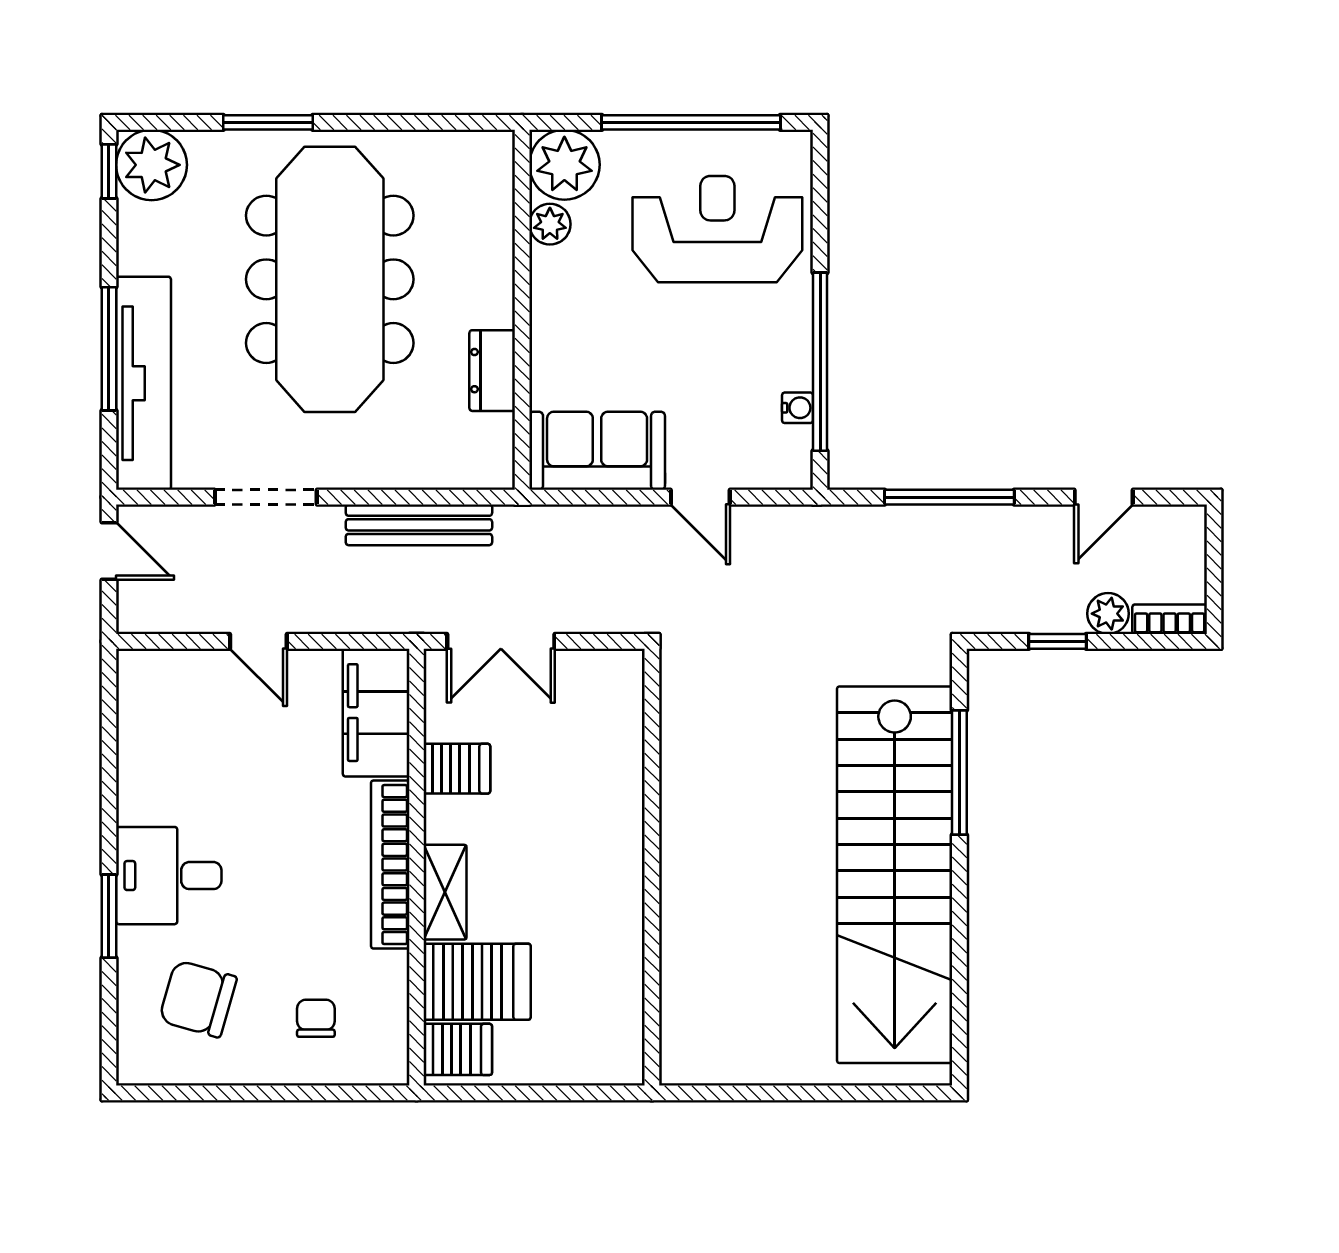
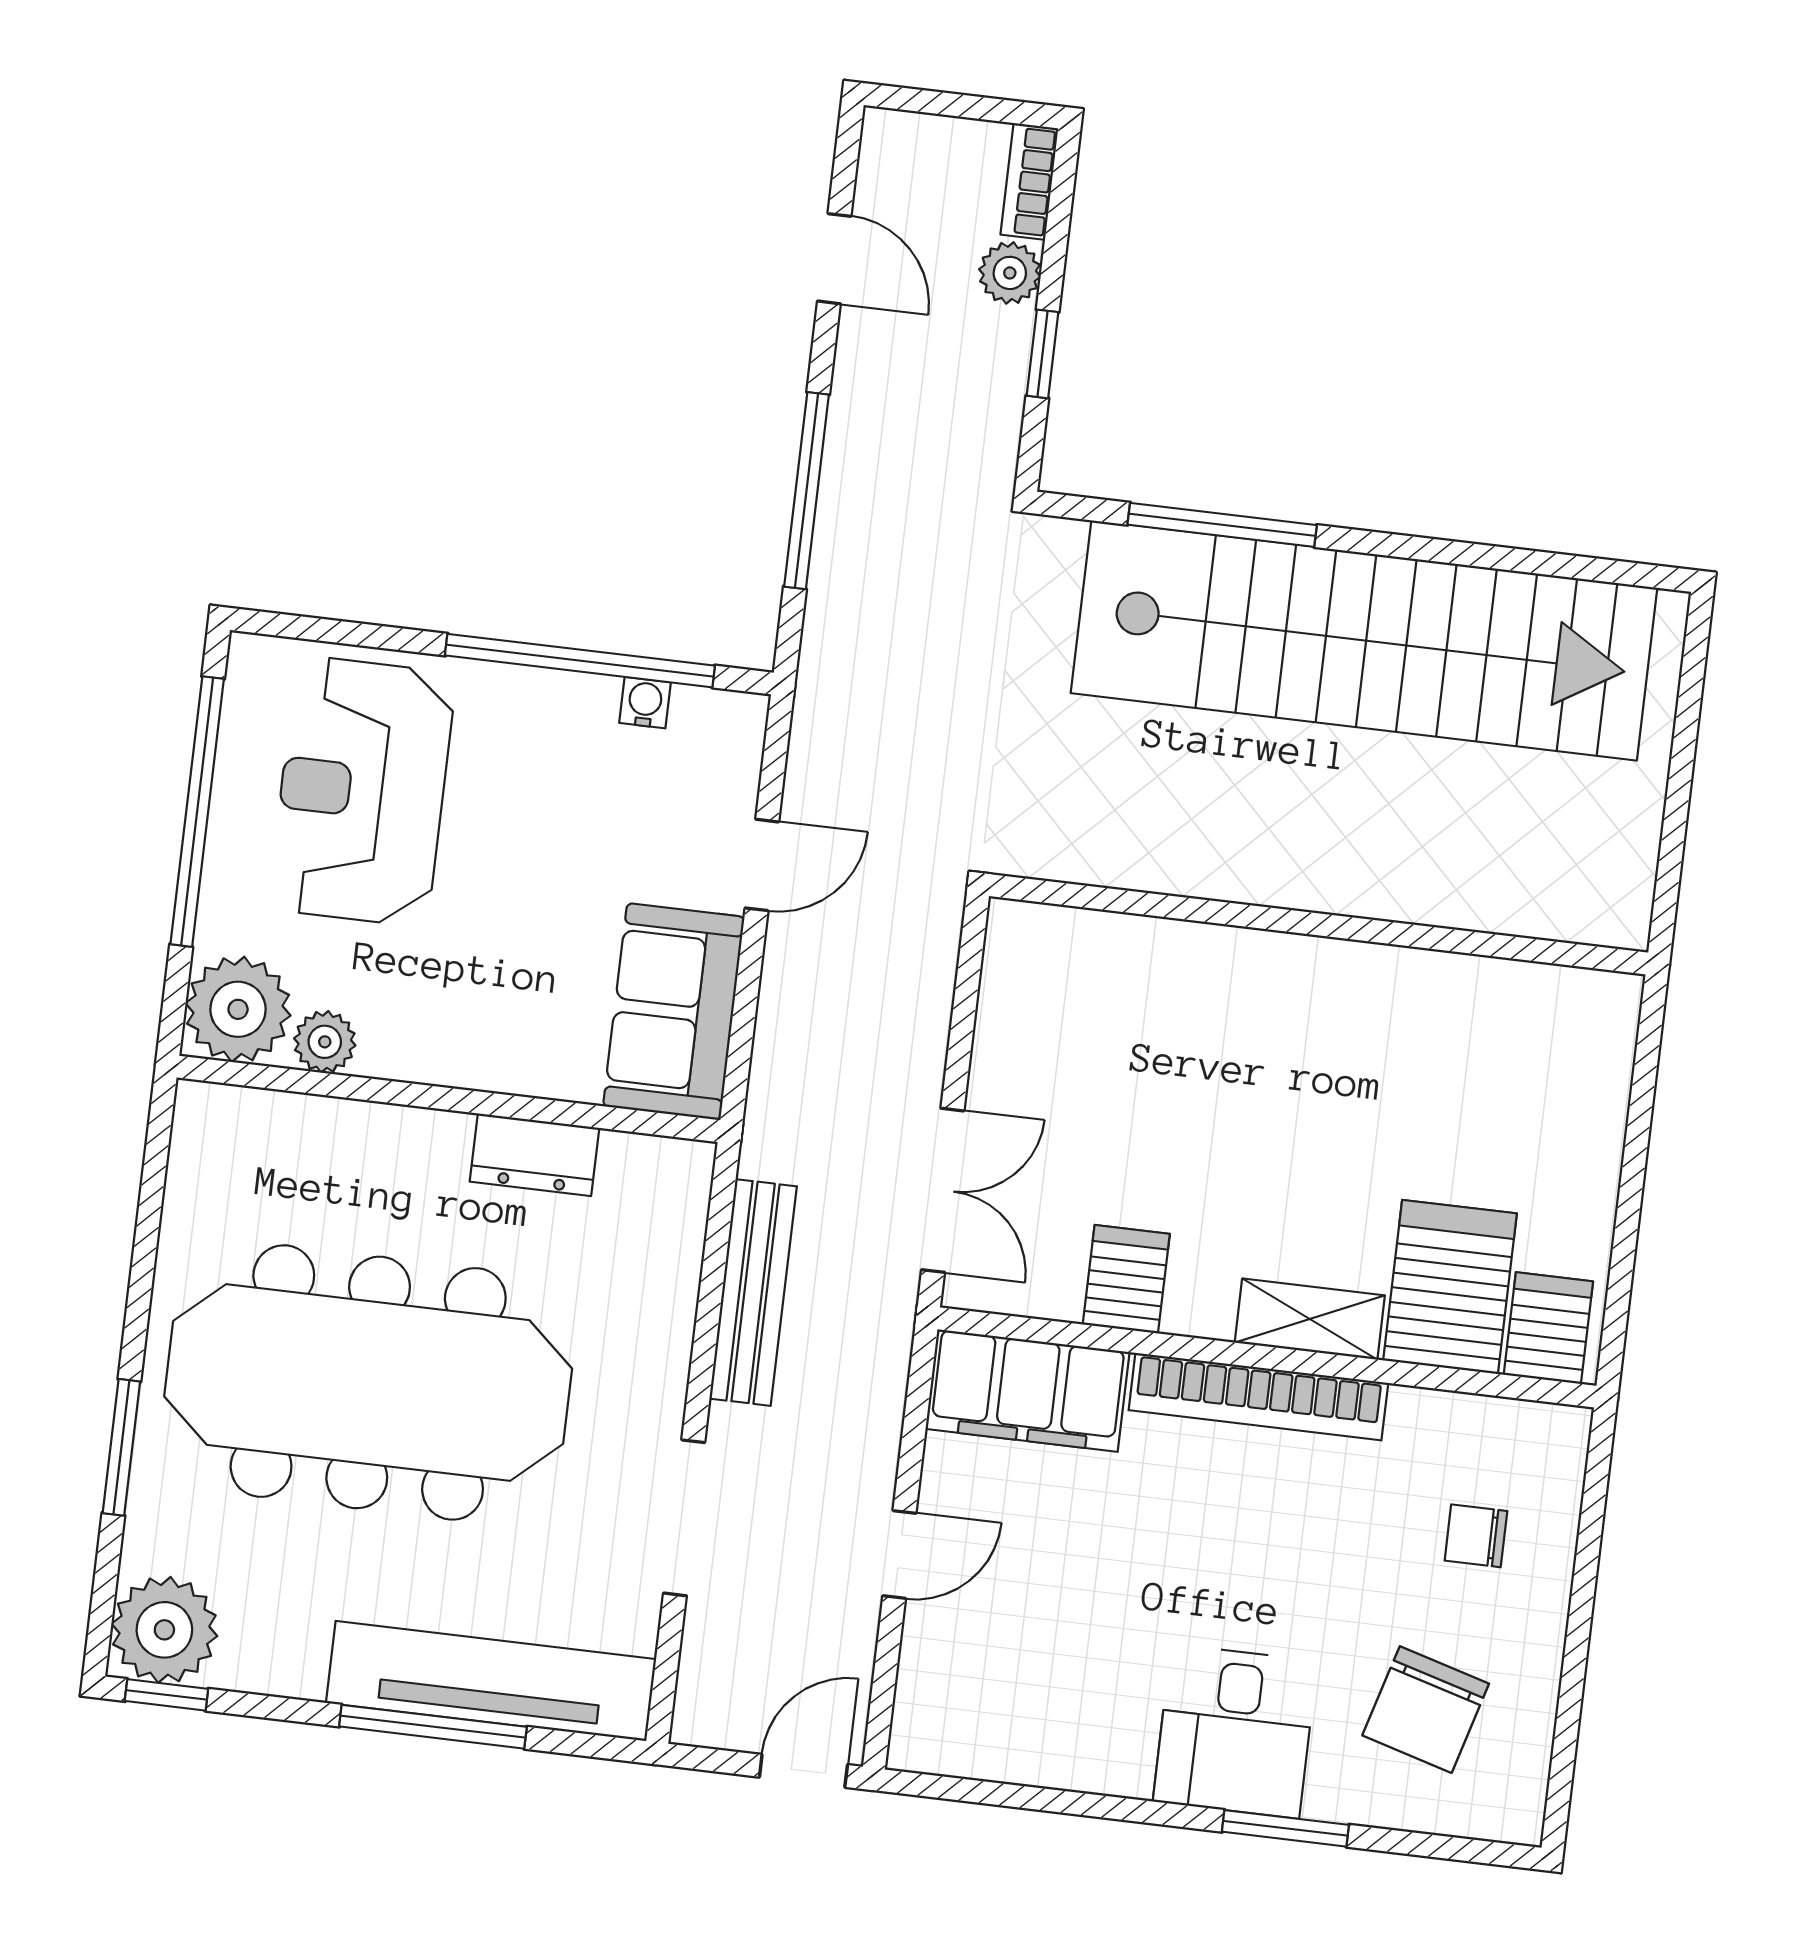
door: (109, 551) -> (803, 1771), moved
wall: (652, 867) -> (1319, 924), moved

